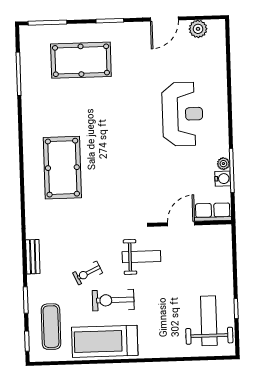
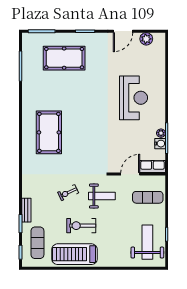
exercise mat: (207, 256) -> (148, 197), added
bench: (33, 257) -> (26, 210), moved
exercise bike: (88, 273) -> (68, 193), moved

